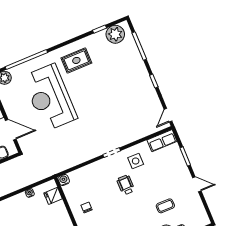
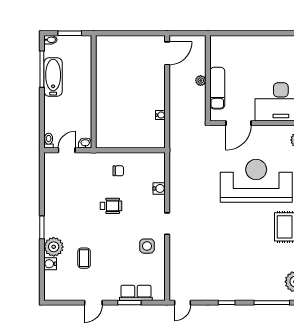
door: (168, 115) -> (183, 303), swing flipped
row of seats: (162, 141) -> (136, 293), moved, turned 90
water cooler: (64, 180) -> (159, 188), moved
wheelchair: (126, 185) -> (111, 206), moved
fridge: (53, 196) -> (146, 139), removed

